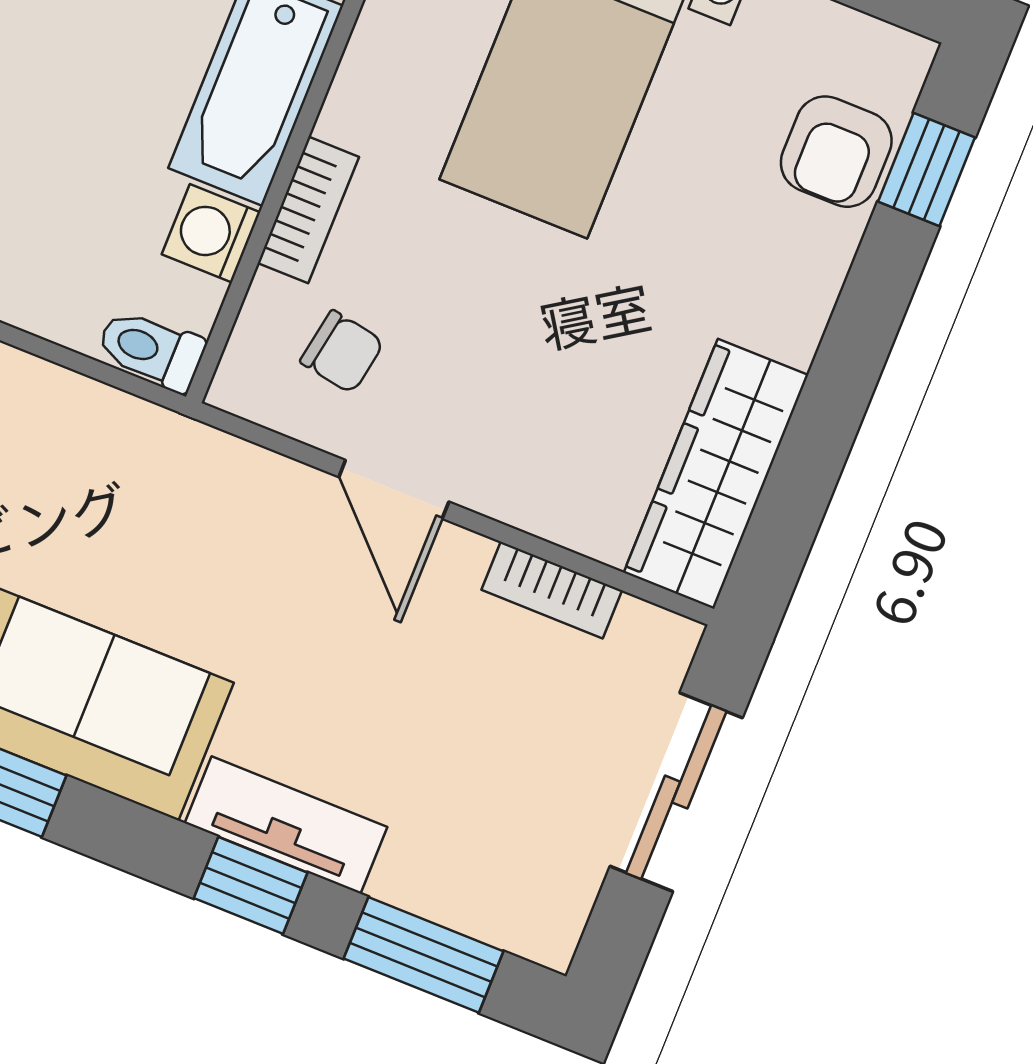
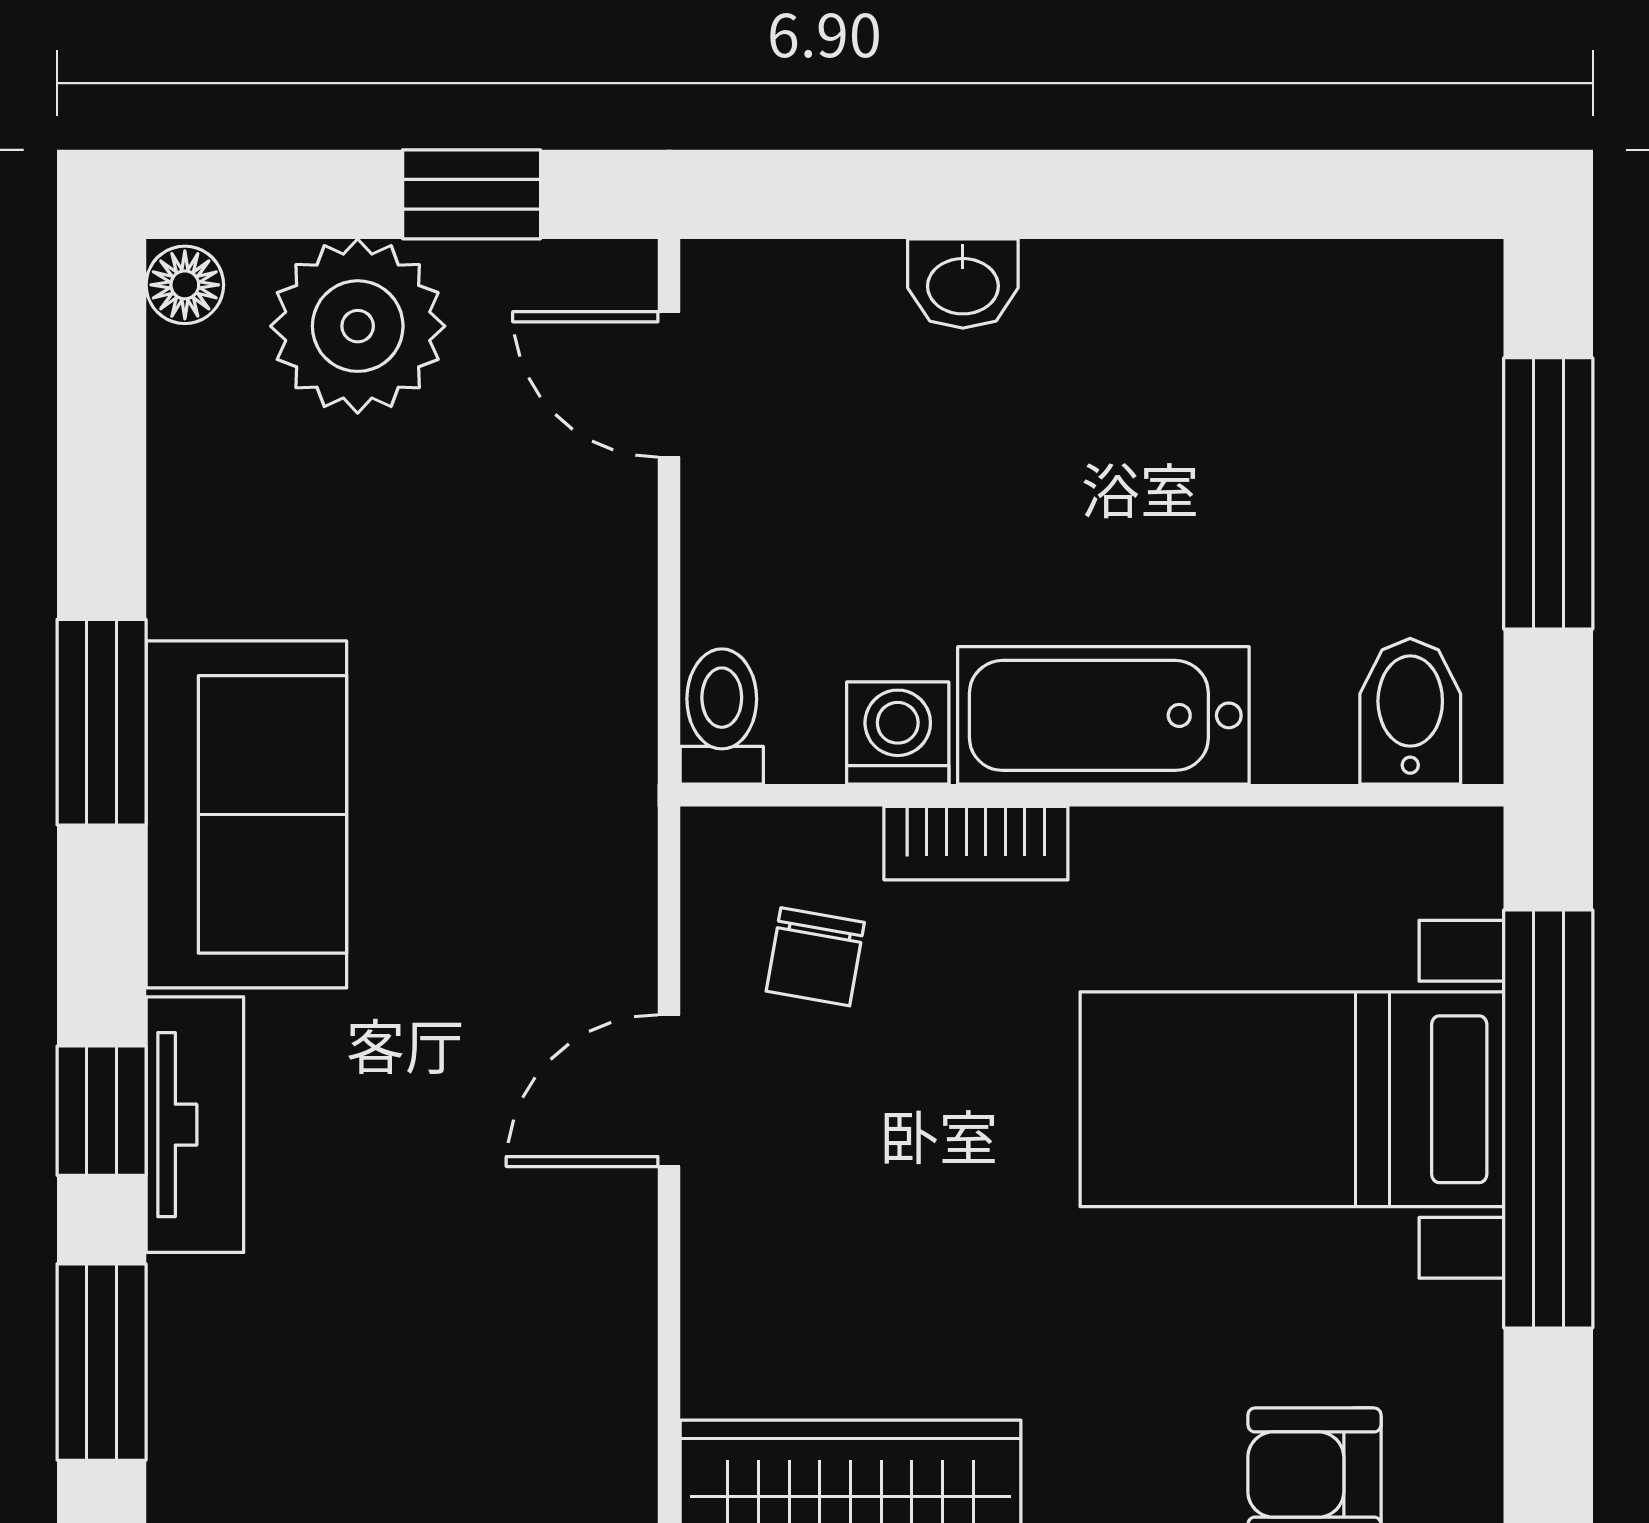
bookcase: (552, 590) -> (623, 1339), removed

